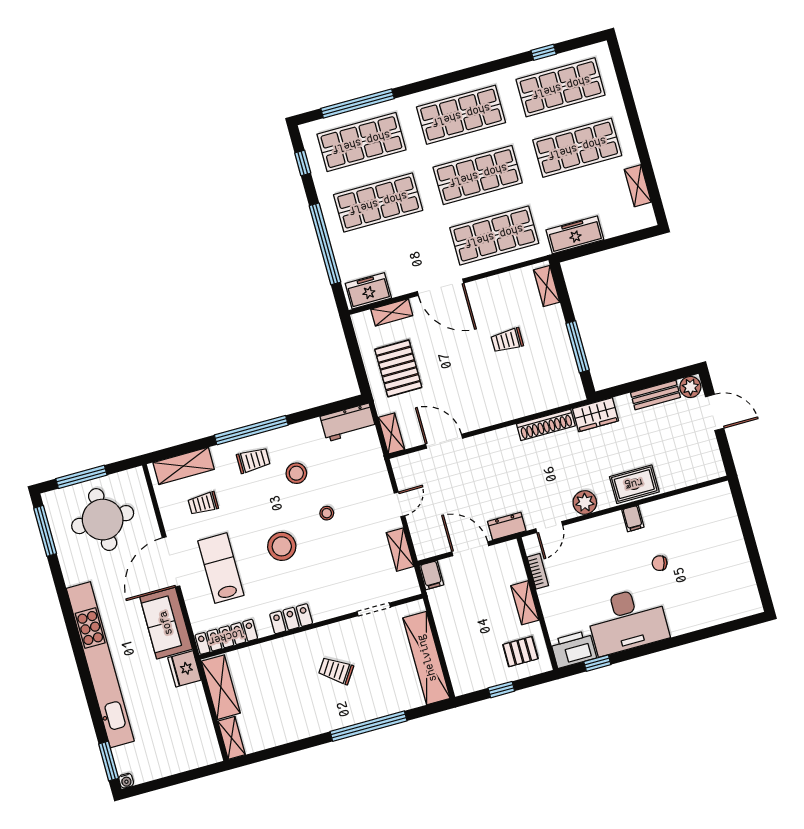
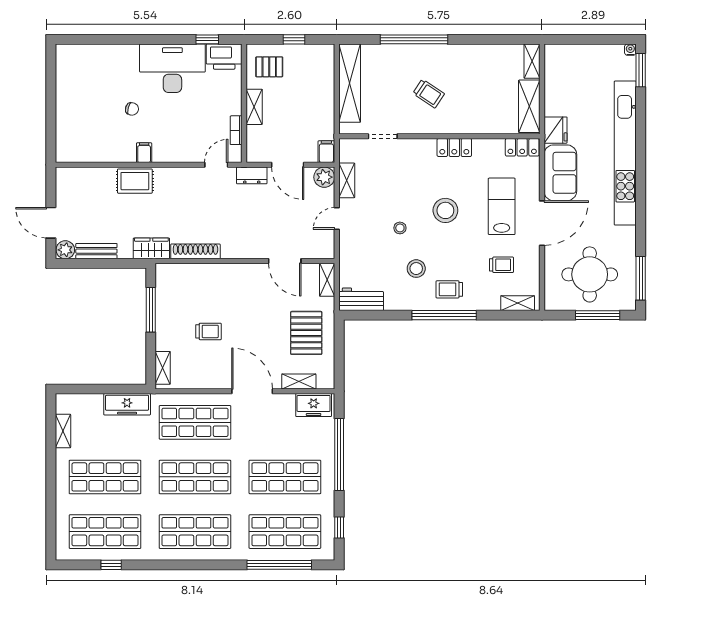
shelving: (184, 466) -> (518, 303), width x0.67, depth x0.75
plant: (585, 502) -> (324, 177), moved
lab bench: (221, 568) -> (502, 206), turned 180
locker: (226, 637) -> (522, 147), width x0.66

